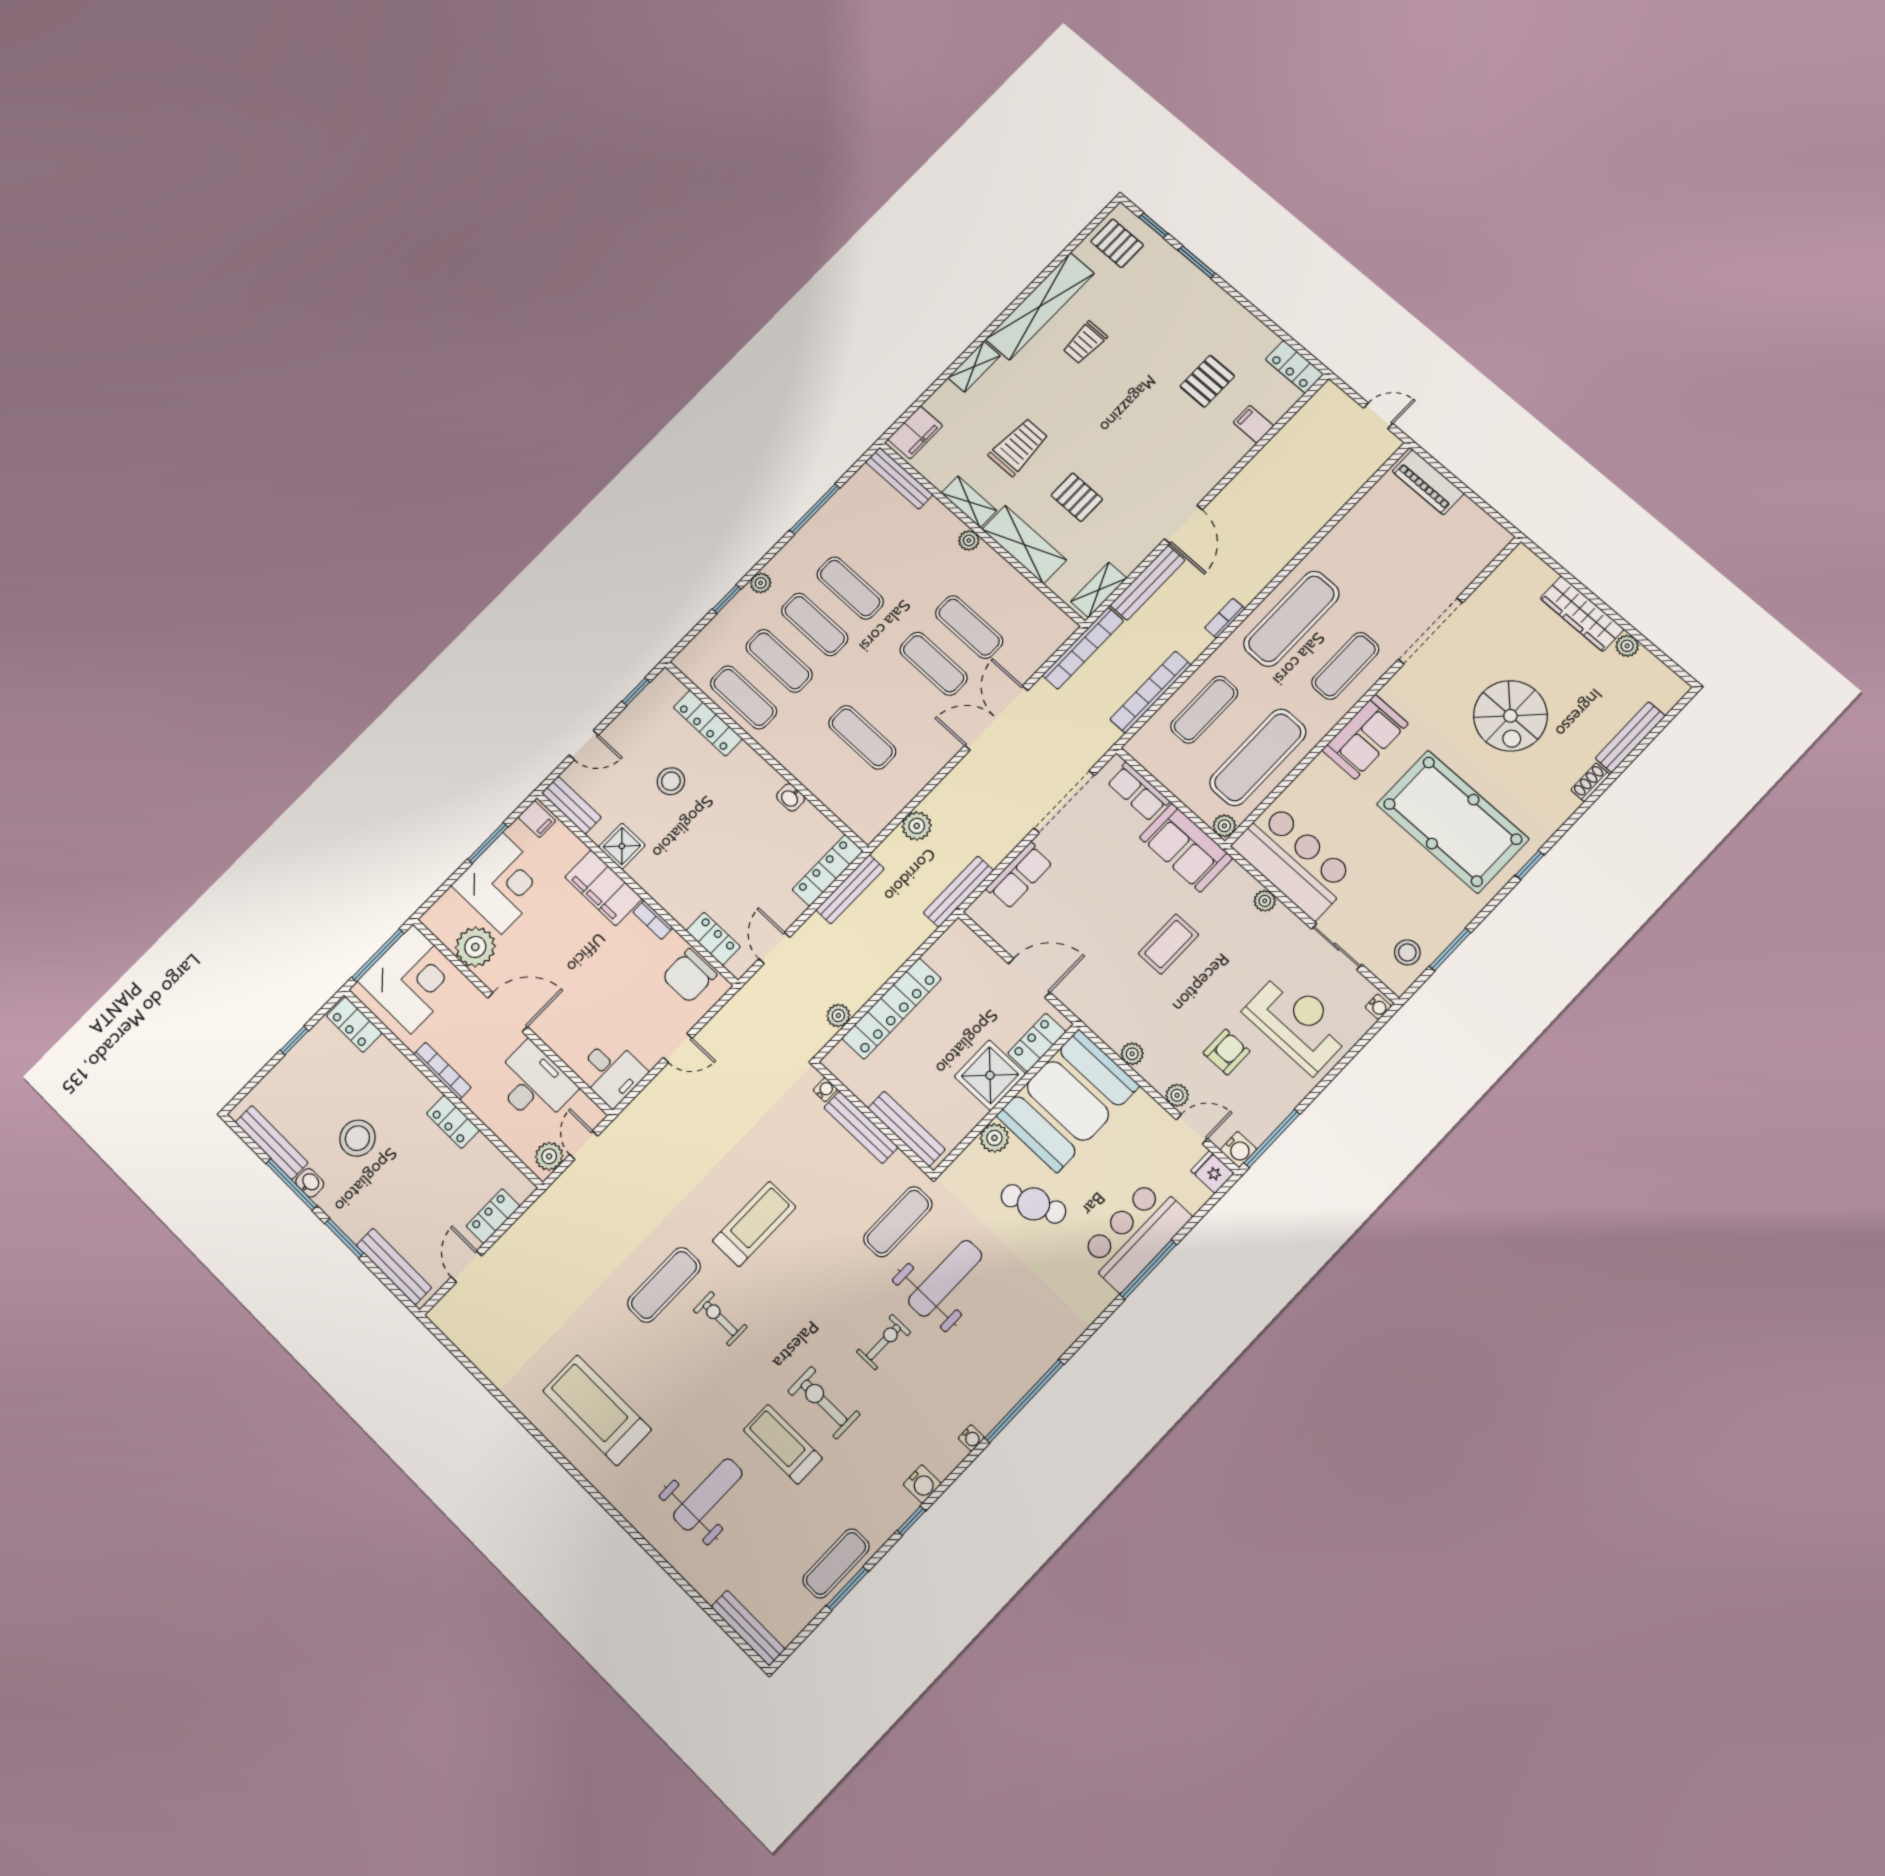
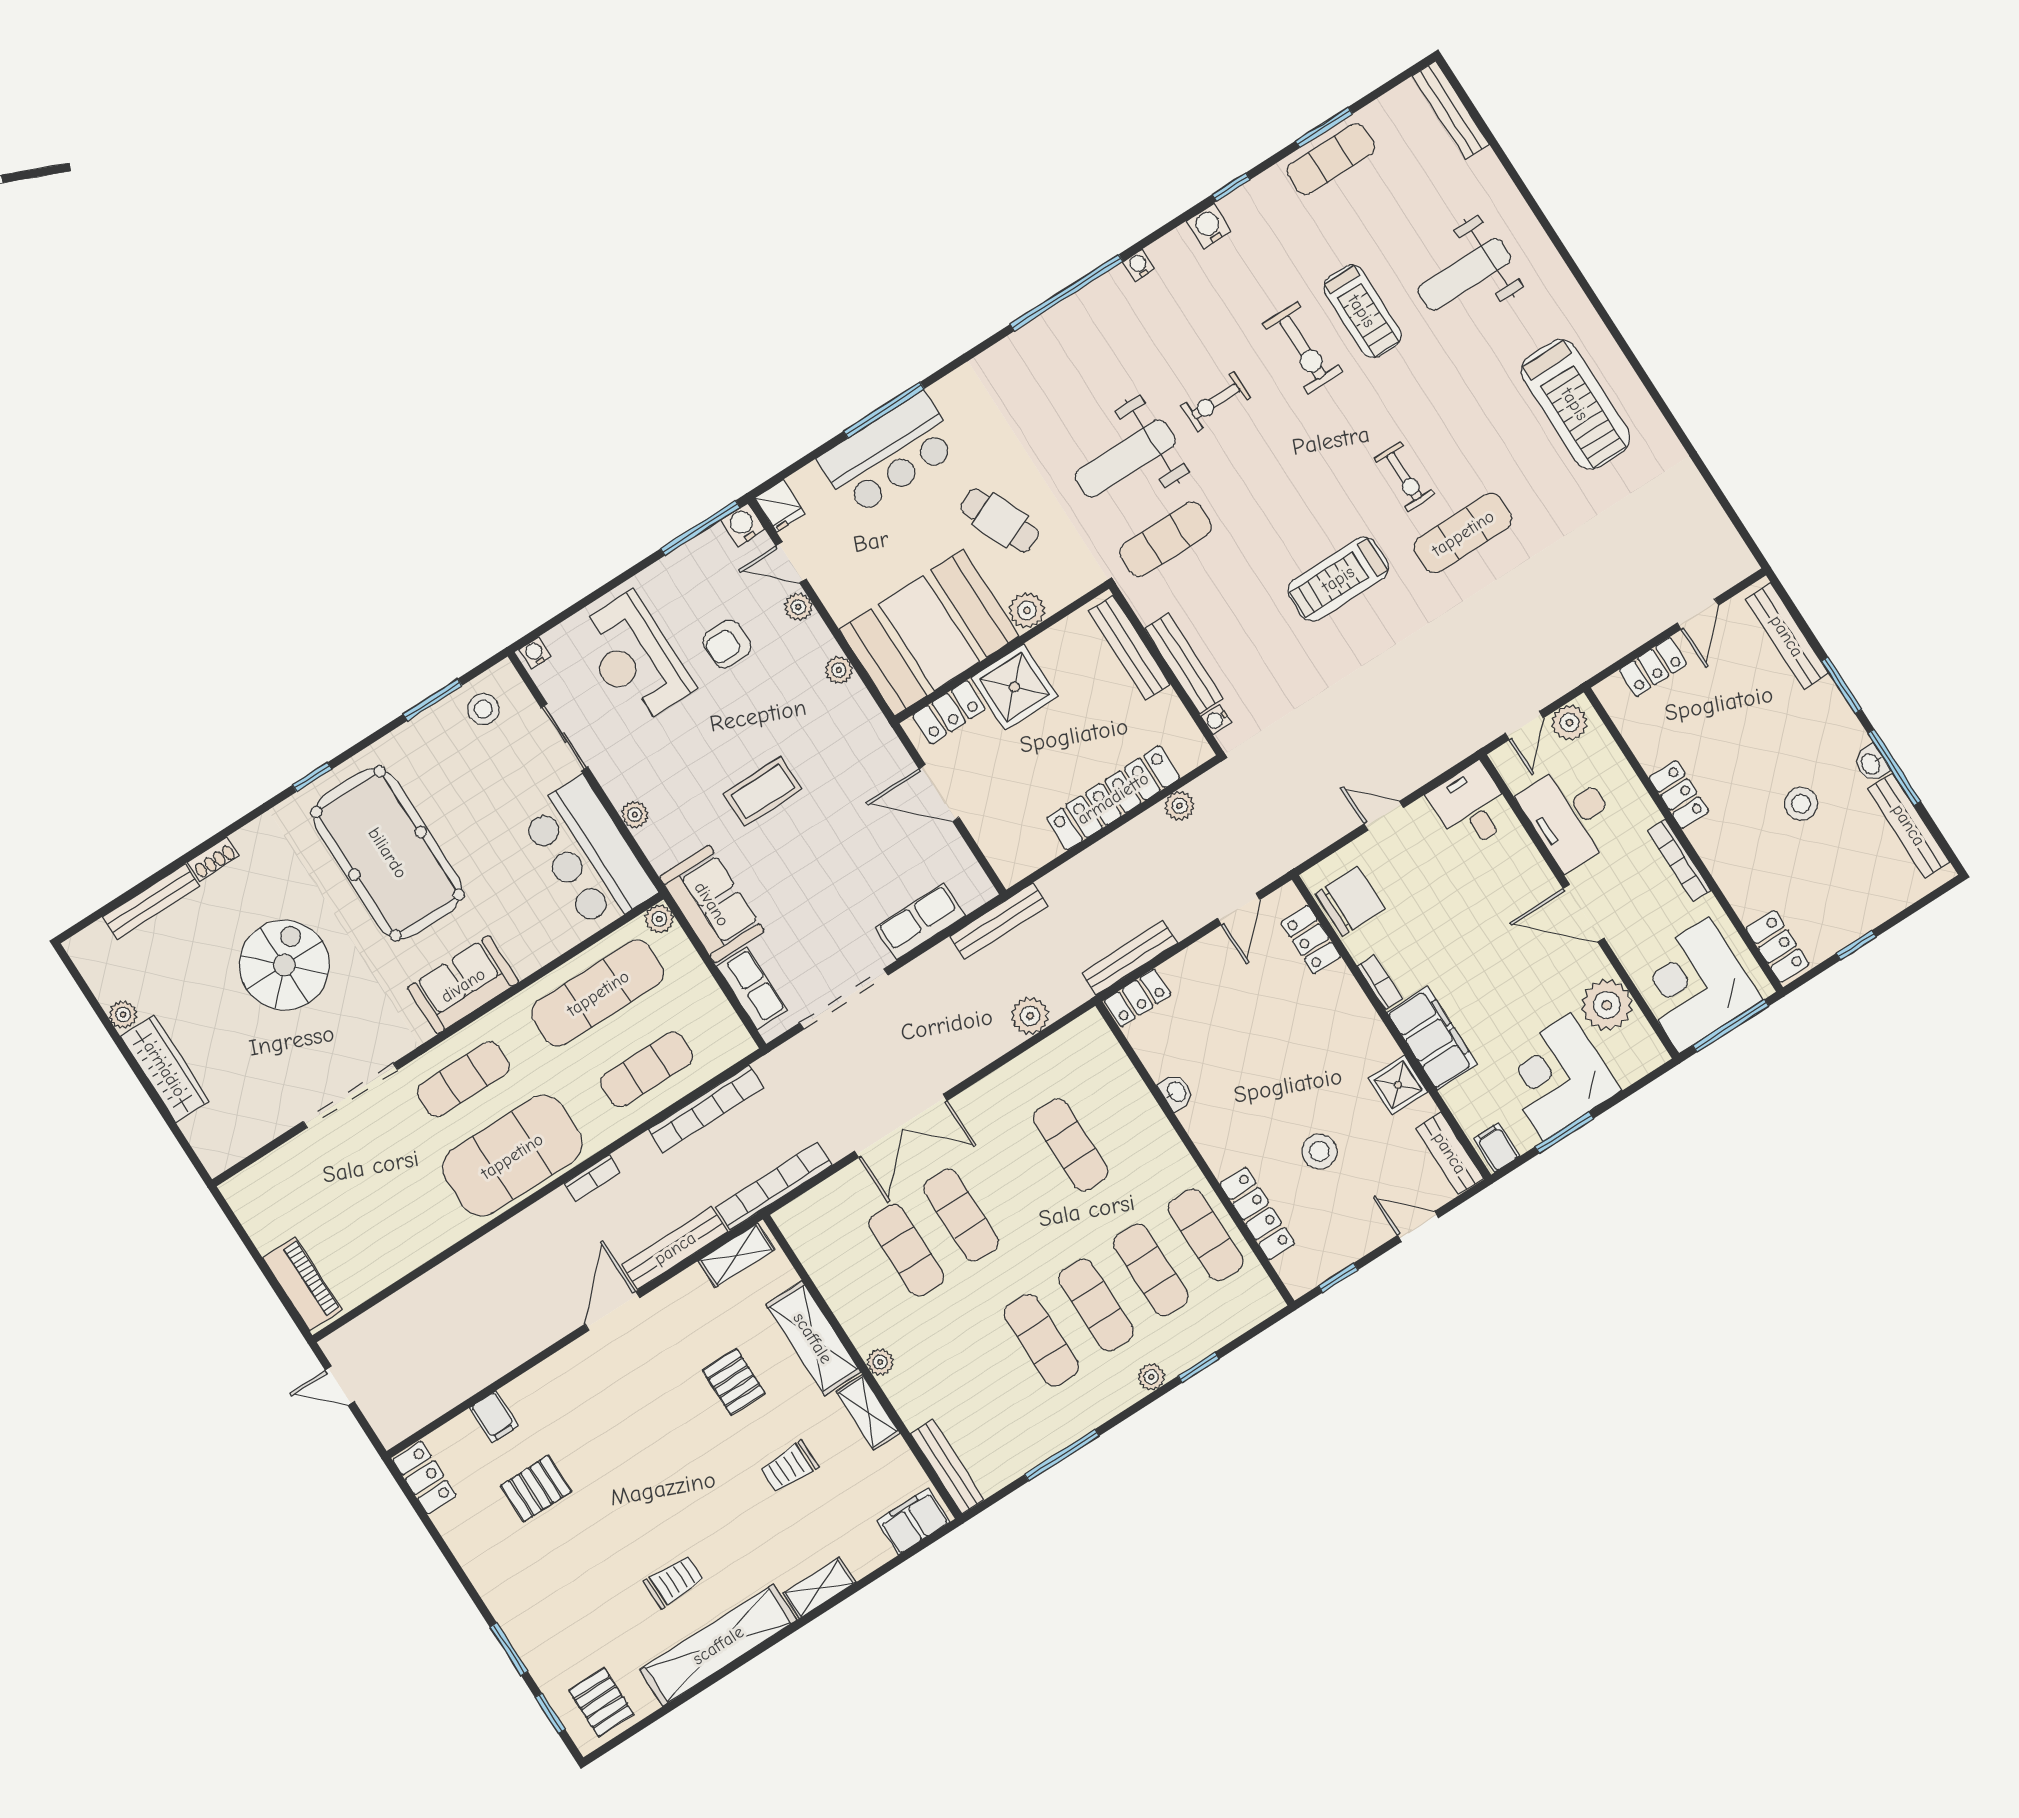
trolley: (1019, 447) -> (789, 1467), width x0.73, depth x0.72
exercise mat: (1291, 619) -> (512, 1156), width x1.47
locker: (828, 870) -> (1138, 998), width x0.66
stool: (357, 1138) -> (1801, 804), width x0.73, depth x0.73

